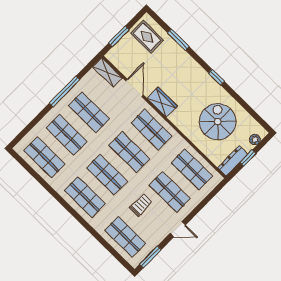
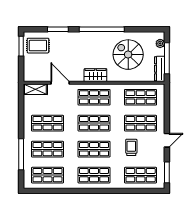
window: (119, 36) -> (21, 46), moved
window: (216, 77) -> (102, 29), width x3.17
window: (65, 91) -> (21, 154), moved
wardrobe: (162, 102) -> (95, 75), moved
window: (248, 158) -> (167, 58), width x2.17

